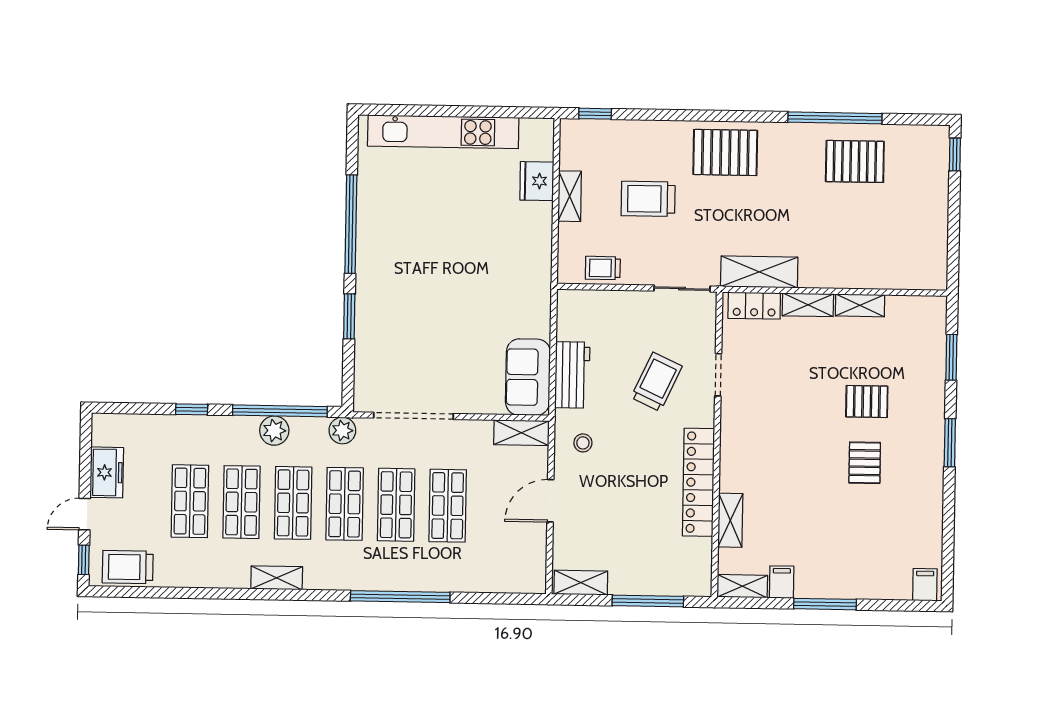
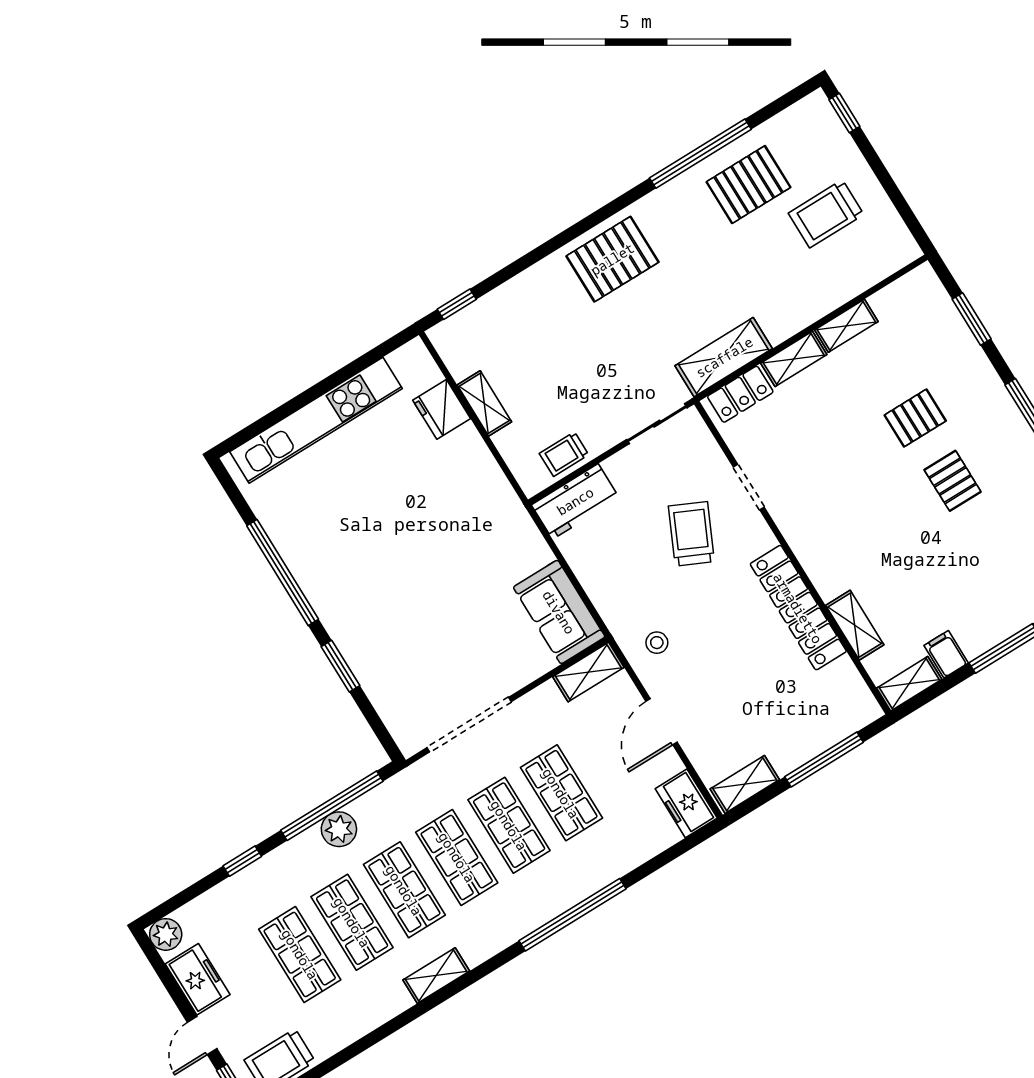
trolley: (648, 199) -> (826, 214), moved
workbench: (572, 375) -> (575, 501), moved, turned 90
plant: (342, 431) -> (166, 934), moved
freezer: (531, 570) -> (686, 803), added

